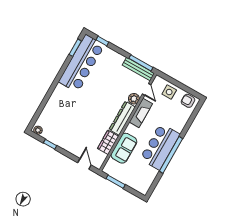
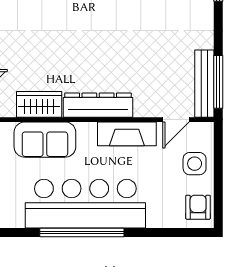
plant: (134, 99) -> (146, 106), removed
bar counter: (160, 147) -> (85, 204), width x1.36

